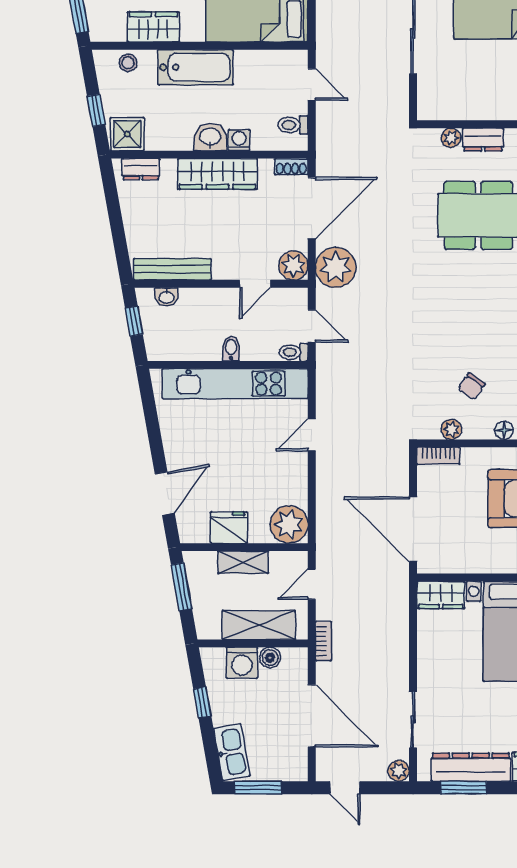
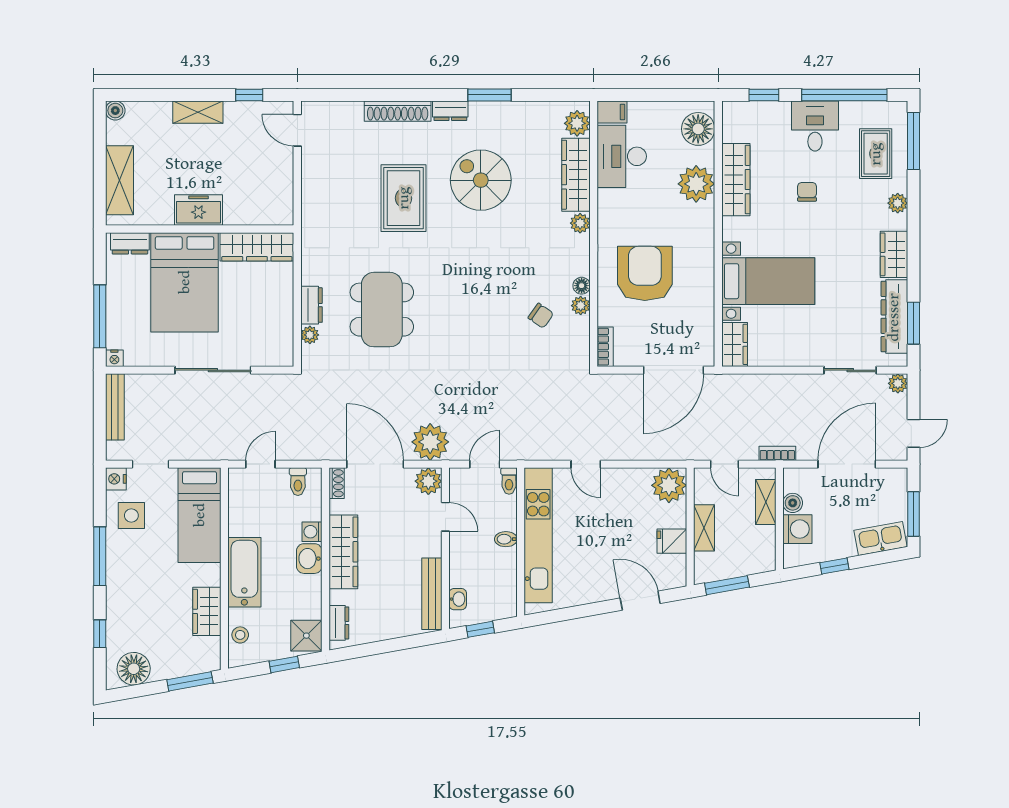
plant: (451, 429) -> (581, 306), moved
fridge: (229, 528) -> (672, 541), width x0.72
shelving: (259, 625) -> (766, 502), width x0.67, depth x0.75

